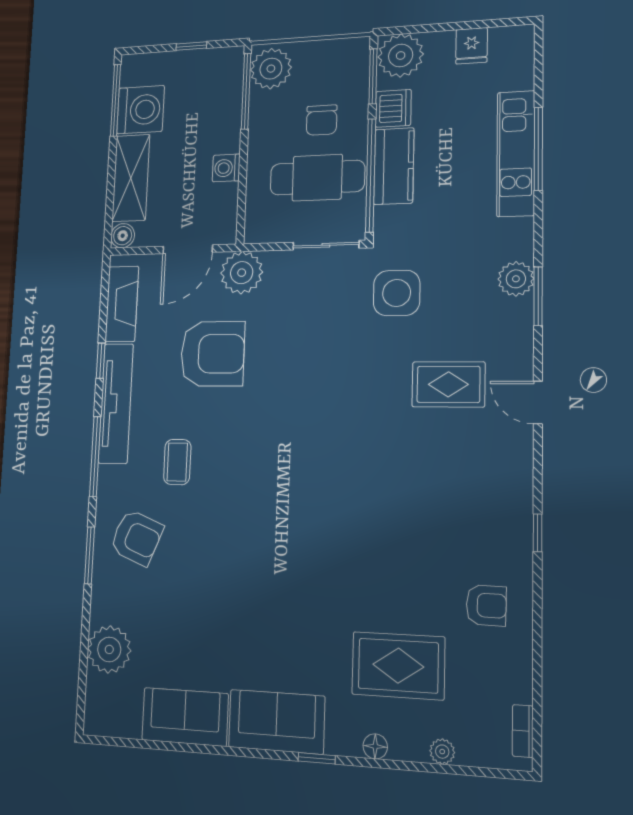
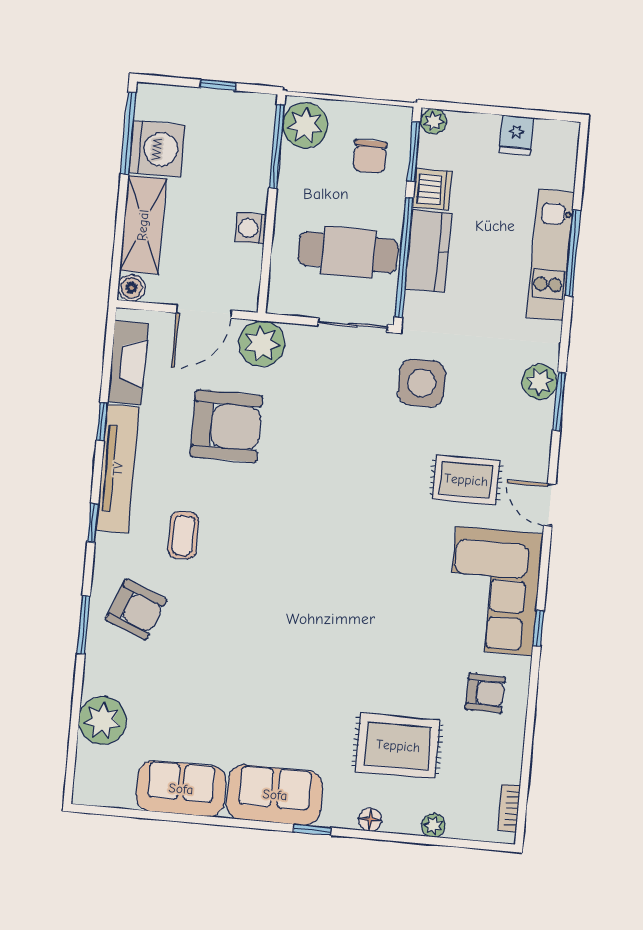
plant: (401, 56) -> (434, 121), width x0.53, depth x0.53
chair: (322, 120) -> (370, 156), moved
window: (95, 457) -> (93, 523), width x0.46
corner sofa: (487, 496) -> (494, 591), added

